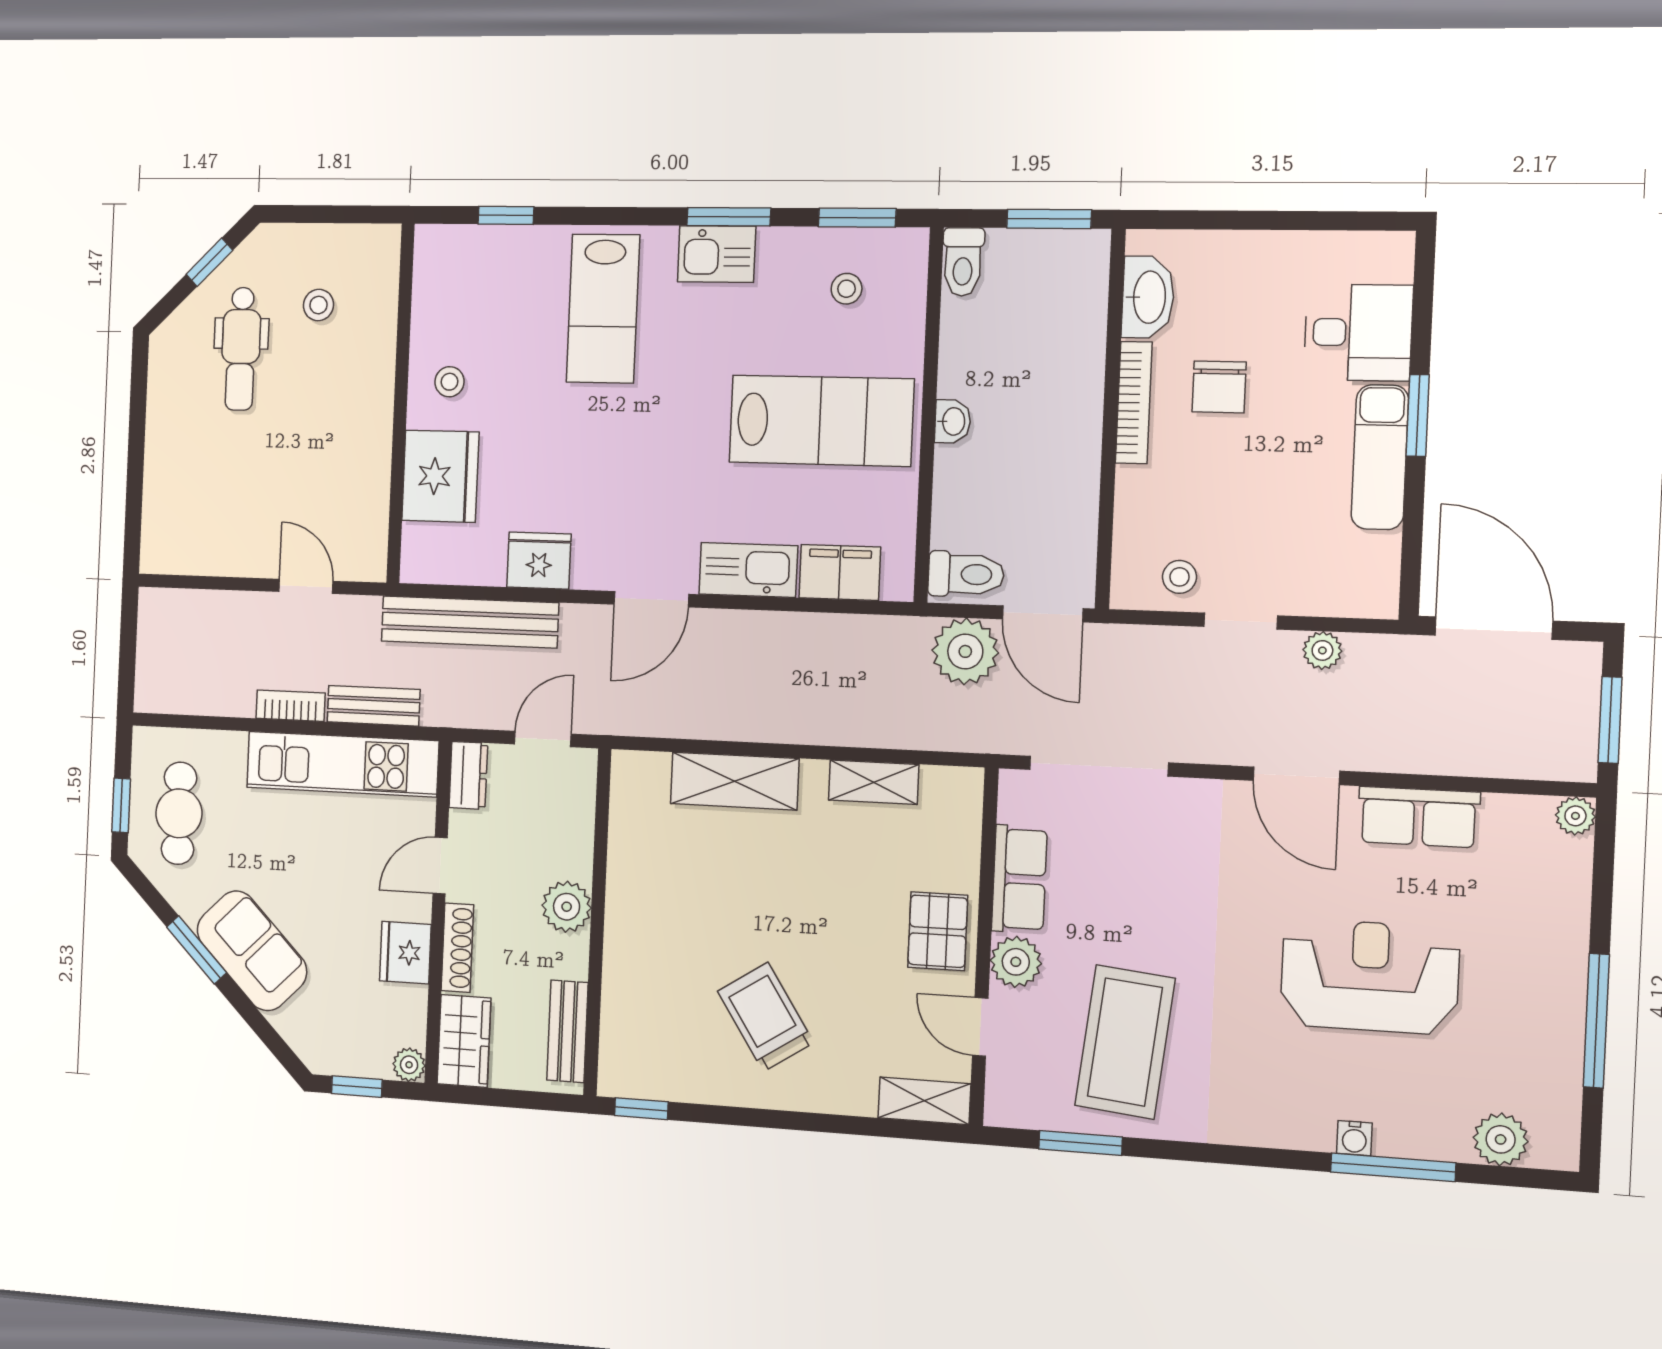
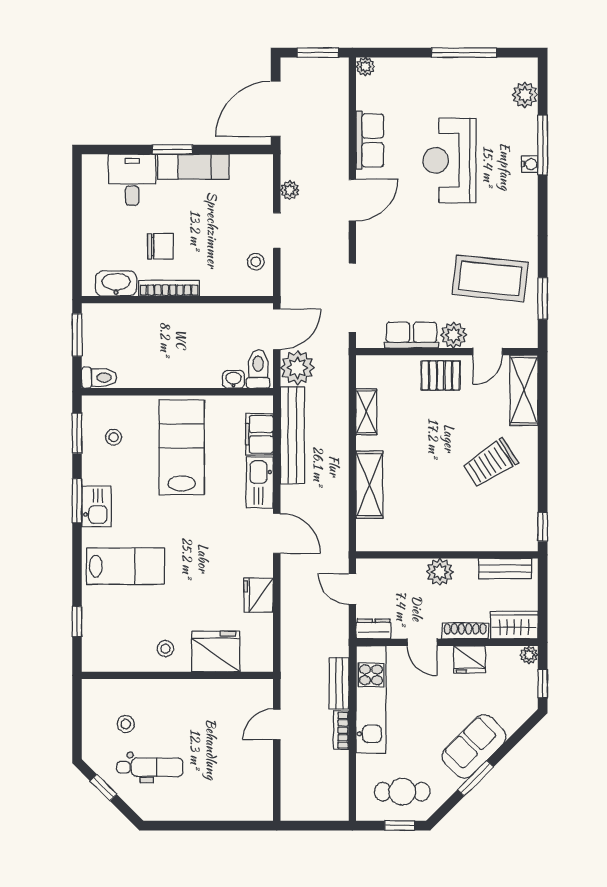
washbasin: (953, 421) -> (234, 379), moved
bench: (470, 622) -> (292, 435), moved
shelving: (924, 1101) -> (524, 390), width x1.50, depth x1.33

